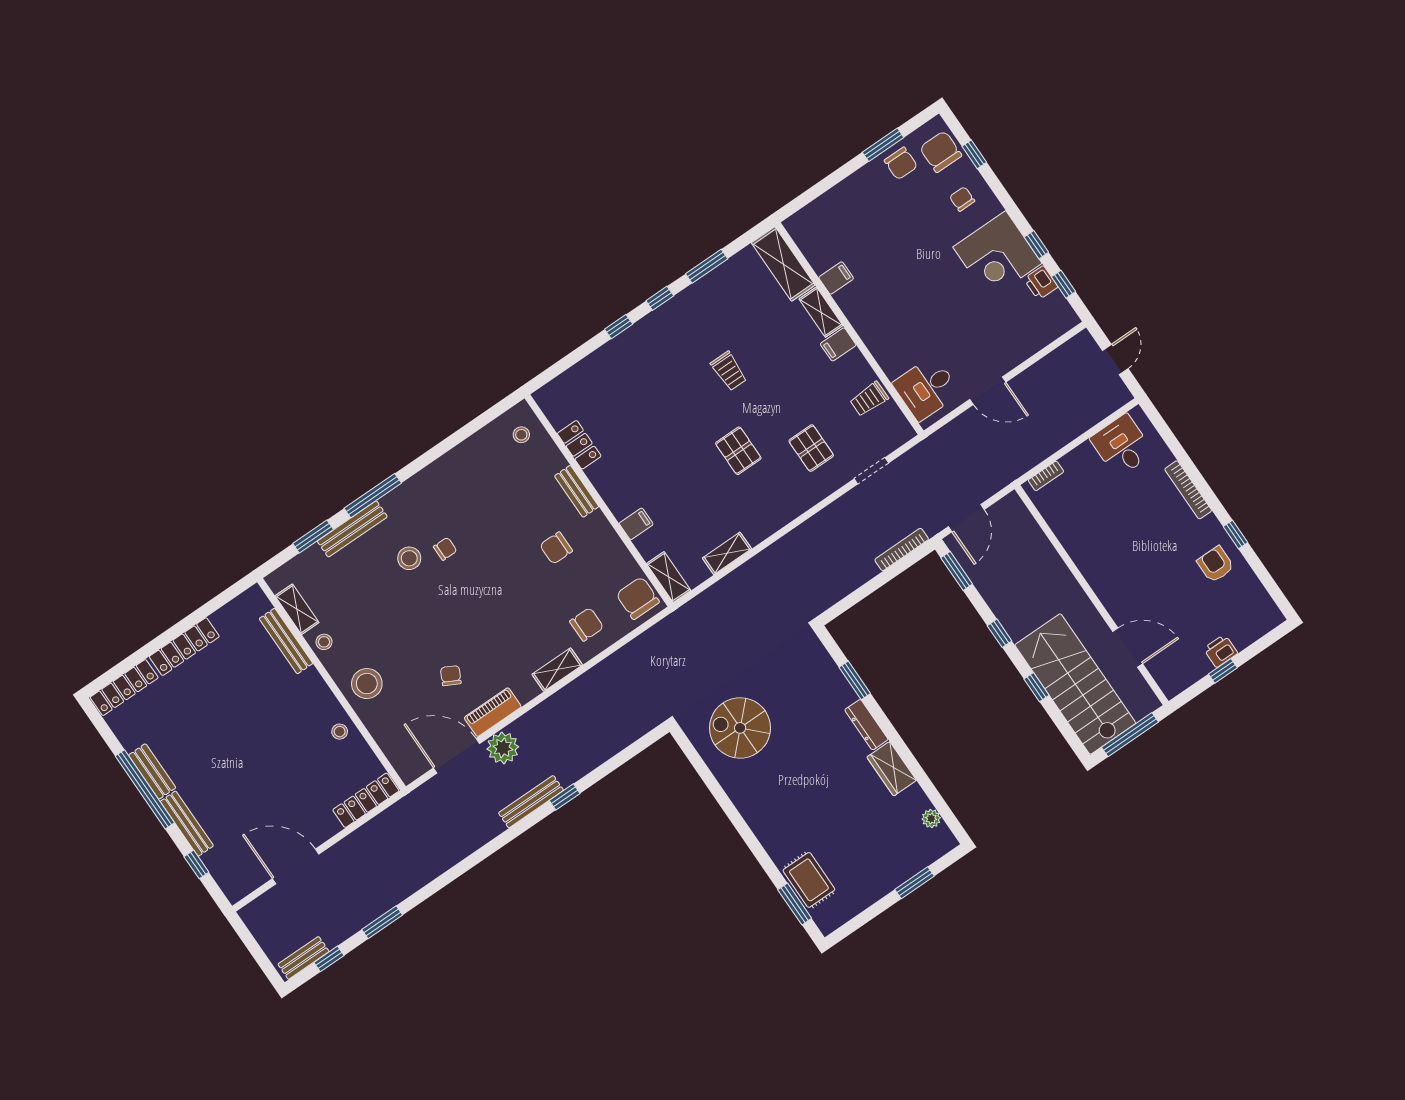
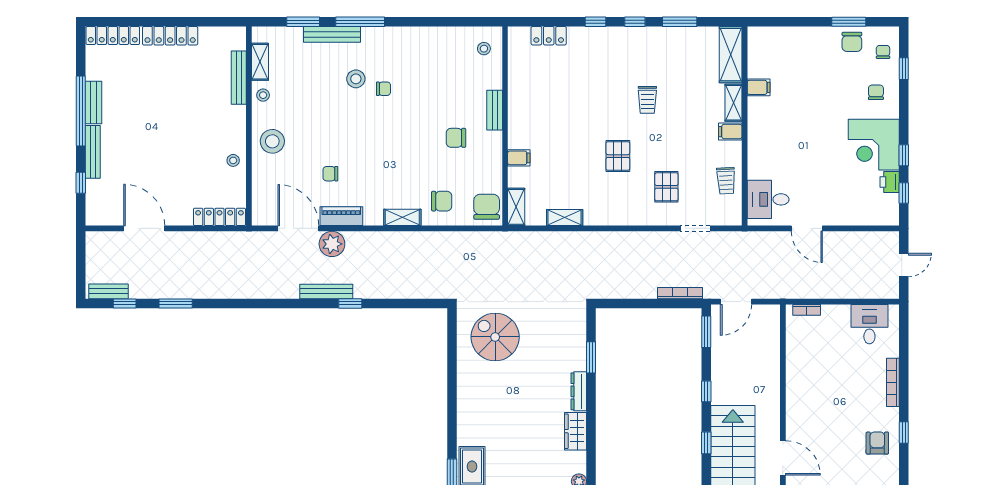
chair: (941, 152) -> (883, 52), width x0.54, depth x0.54
trolley: (869, 399) -> (726, 181), turned -93
locker: (579, 445) -> (549, 36), moved, turned 90
chair: (451, 676) -> (330, 174), turned -117

